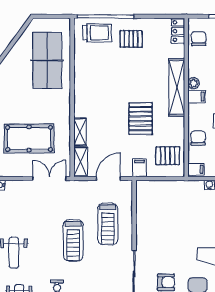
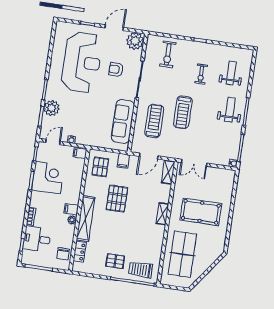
locker: (178, 31) -> (80, 252), moved
shelving: (80, 132) -> (162, 214), moved
pool table: (29, 138) -> (201, 212), moved
chair: (198, 138) -> (75, 177), removed
pallet: (168, 156) -> (100, 167), turned 90
sofa: (148, 218) -> (123, 121), added
treadmill: (73, 240) -> (183, 112), turned 180

